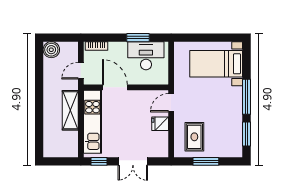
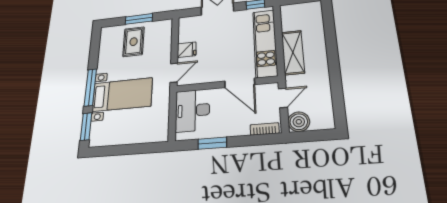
boiler: (51, 50) -> (299, 122), moved
desk: (146, 56) -> (192, 110), moved, turned 90
bed with nightstands: (216, 64) -> (122, 95), moved
window: (246, 134) -> (86, 127), moved
rug: (194, 137) -> (134, 42), moved

